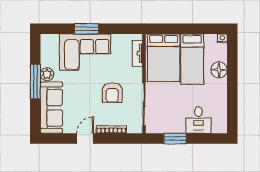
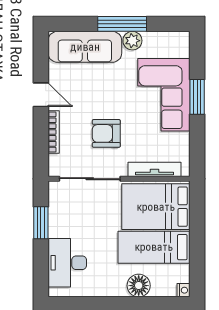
tv unit: (137, 53) -> (154, 169), width x1.41
desk: (198, 120) -> (67, 263), width x1.37

